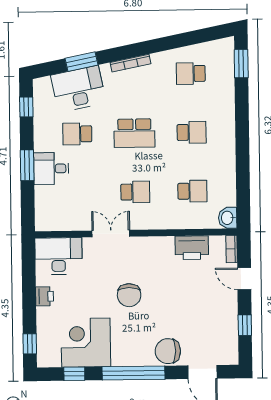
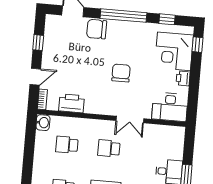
door: (244, 279) -> (35, 77), hinge flipped
corner desk: (86, 343) -> (174, 51), moved, turned 90
chair: (168, 351) -> (97, 29), turned 180

